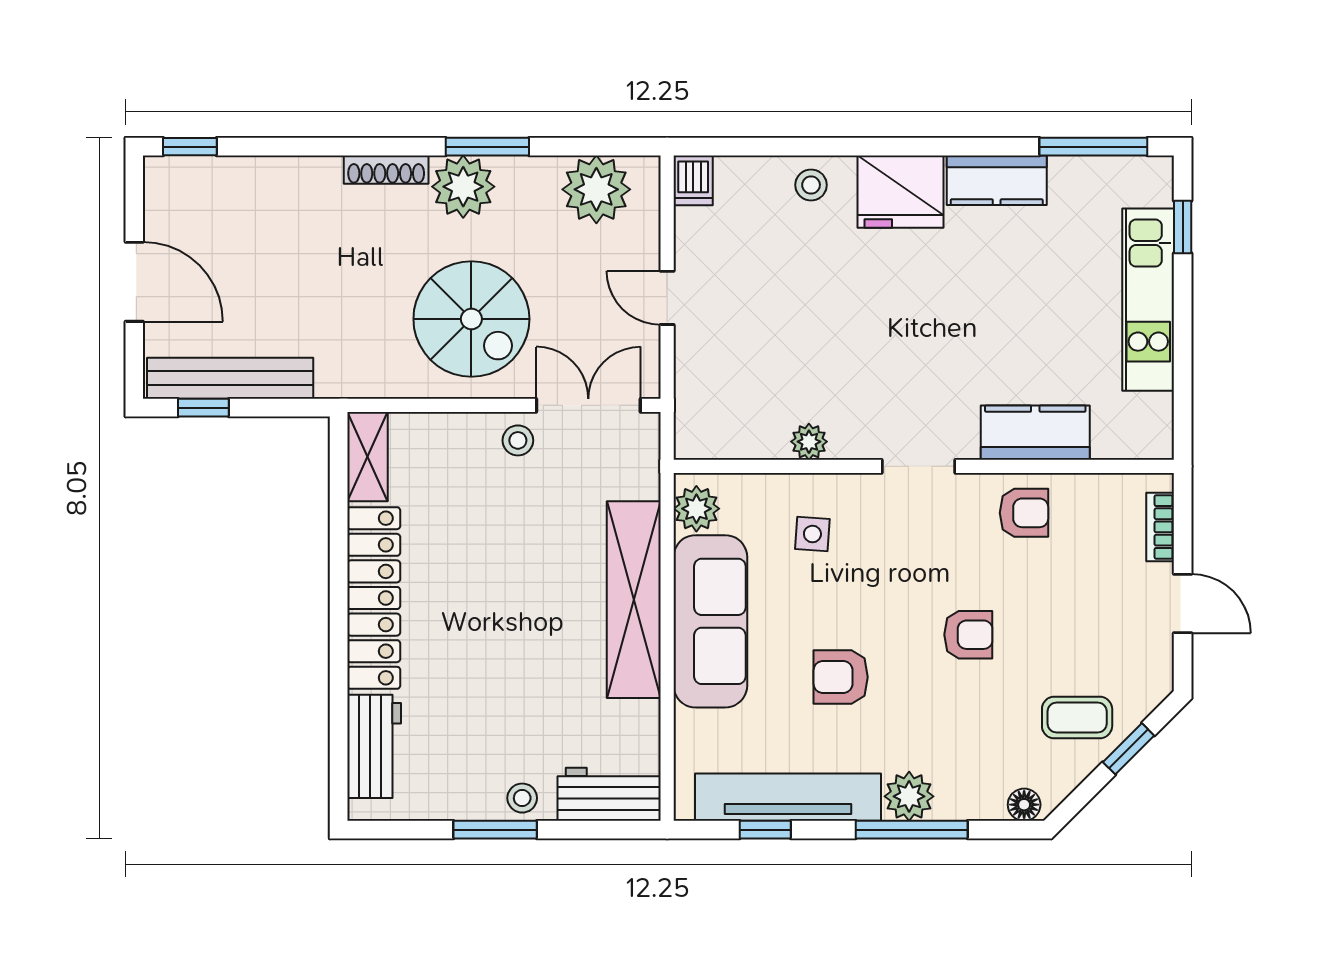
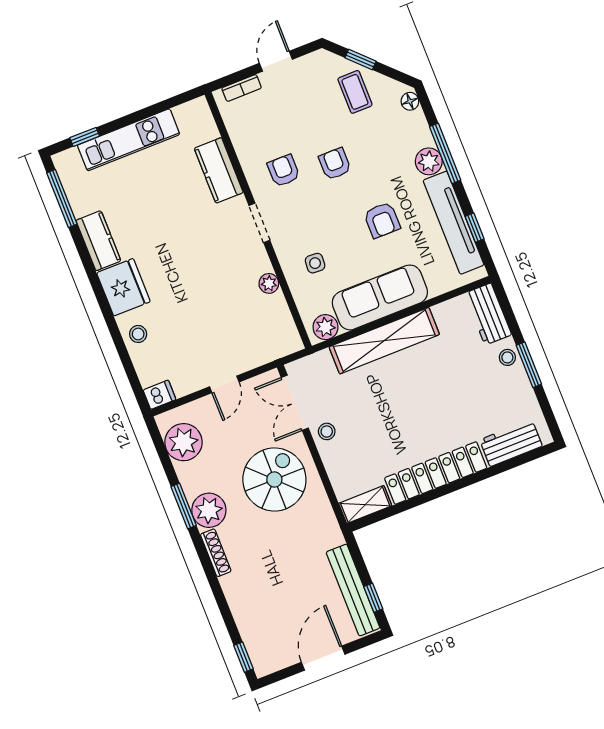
armchair: (1024, 513) -> (284, 171), moved

